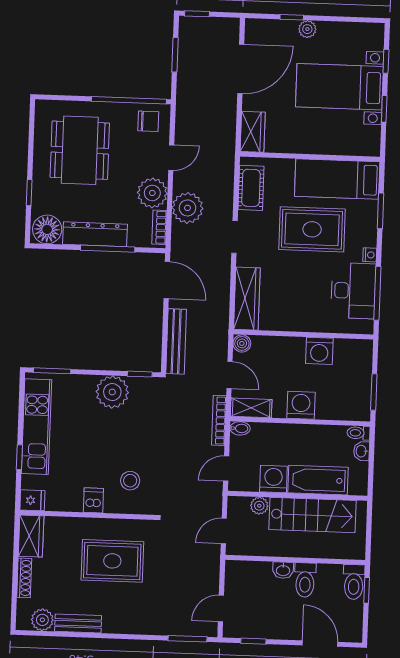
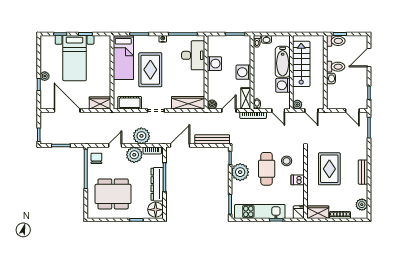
door: (171, 158) -> (115, 145), hinge flipped
desk: (353, 291) -> (193, 55), moved, turned 90
cafe table: (117, 442) -> (267, 169), added
plant: (259, 506) -> (297, 105), moved
bench: (78, 623) -> (363, 172), moved

